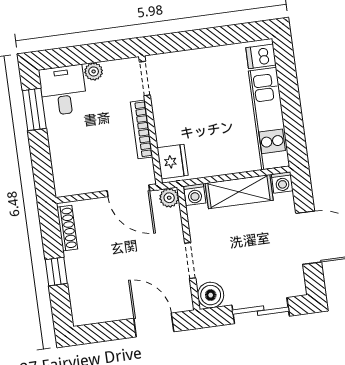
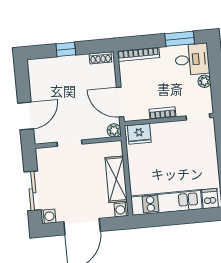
bookcase: (142, 129) -> (163, 113), width x0.64
bookcase: (59, 167) -> (138, 54), added
door: (128, 191) -> (120, 102), hinge flipped
washing machine: (195, 195) -> (48, 216), moved, turned 180
shoe rack: (67, 228) -> (100, 58), width x0.70
boiler: (211, 295) -> (45, 156), removed

